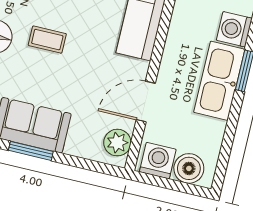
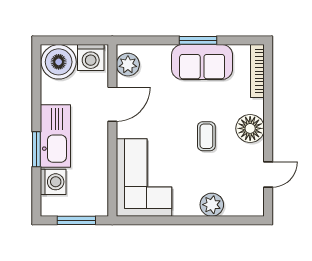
coffee table: (47, 40) -> (206, 136), turned 90
boiler: (189, 168) -> (59, 62), width x1.37, depth x1.37

